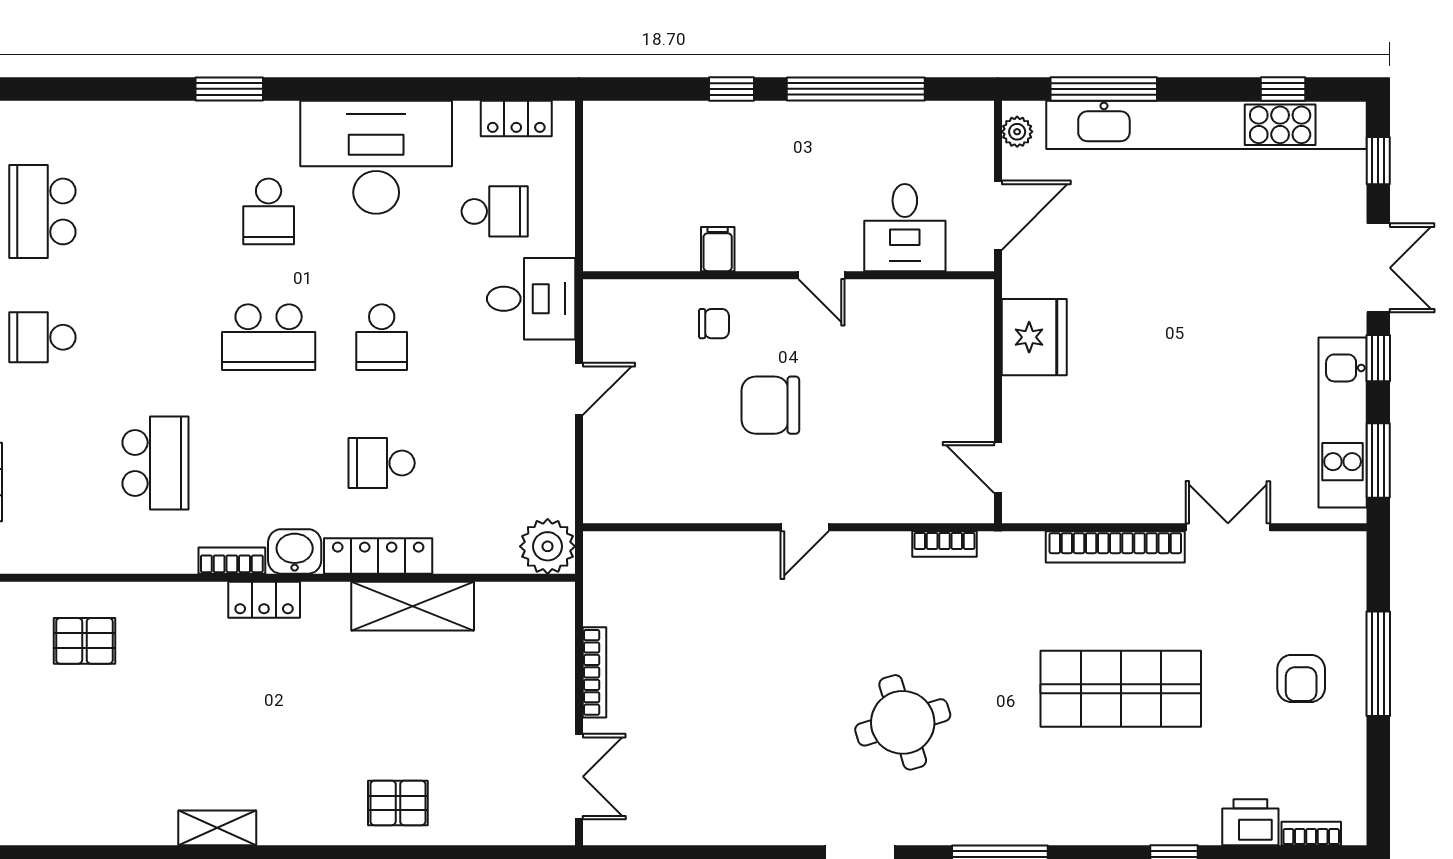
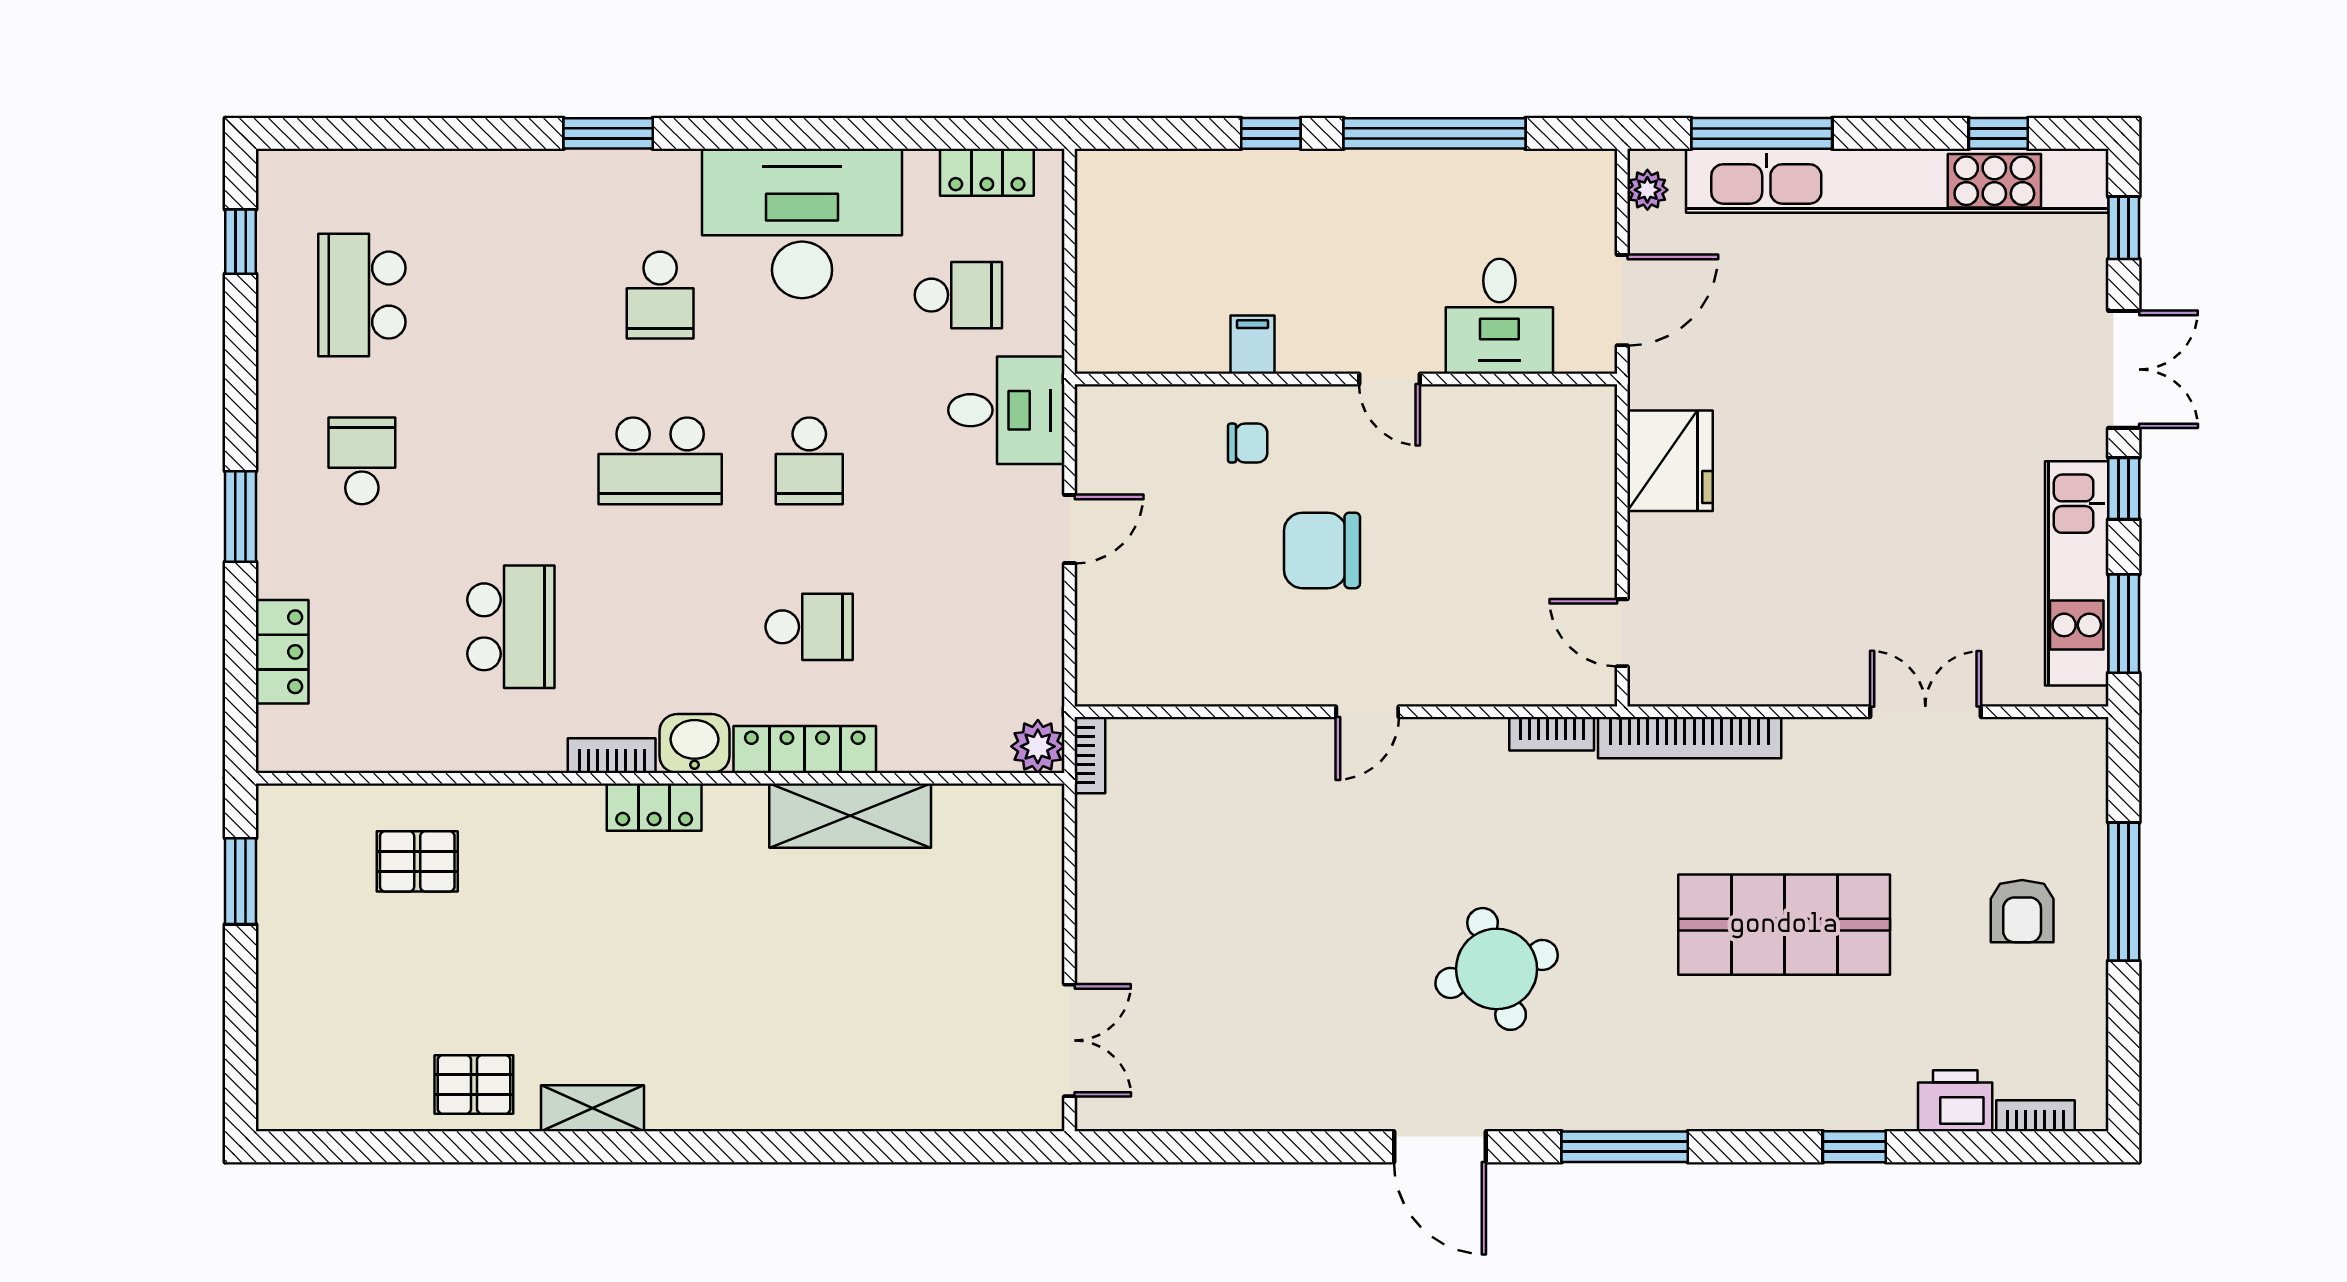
school desk: (42, 337) -> (362, 461), turned 90
school desk: (382, 463) -> (809, 627), turned 180
plant: (548, 546) -> (1038, 746), width x0.73, depth x0.73
bookcase: (1115, 547) -> (1690, 738), moved
bookcase: (594, 672) -> (1090, 755), moved, width x0.64
pallet: (398, 803) -> (474, 1084), moved

